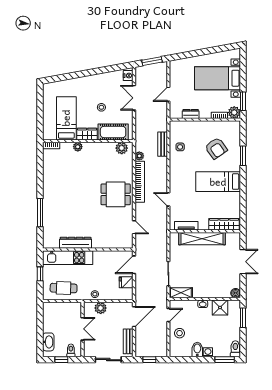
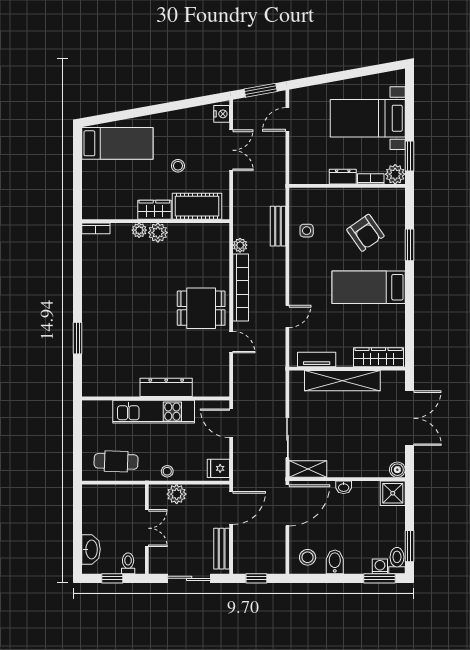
door: (168, 94) -> (287, 119), moved
double door: (134, 98) -> (231, 150), swing flipped
dresser: (191, 114) -> (343, 177), moved
bed: (66, 118) -> (117, 143), moved, turned 90
plant: (122, 148) -> (158, 233), moved
door: (168, 199) -> (287, 316), swing flipped
window: (40, 213) -> (78, 338), width x0.69
door: (134, 227) -> (231, 342), moved
dresser: (76, 243) -> (166, 387), moved
kitchen unit: (68, 258) -> (154, 412), moved
double door: (243, 262) -> (409, 418), width x1.37
door: (134, 265) -> (231, 423), hinge flipped
window: (40, 274) -> (78, 438), removed
fridge: (126, 282) -> (218, 468), moved
shower: (220, 308) -> (393, 493), moved
door: (168, 315) -> (287, 505), width x1.87
window: (243, 318) -> (409, 546), moved
stool: (180, 333) -> (308, 557), moved
washing machine: (208, 352) -> (380, 566), moved

